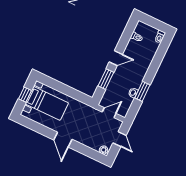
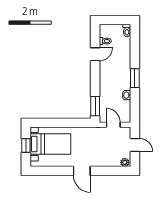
door: (116, 58) -> (95, 54), moved
window: (106, 79) -> (95, 106), moved
window: (142, 91) -> (135, 78), moved
door: (109, 113) -> (113, 125), hinge flipped

